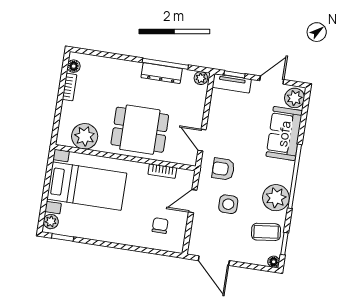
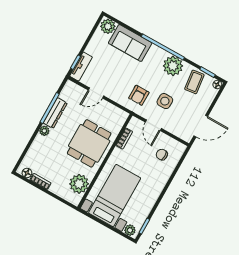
plant: (201, 78) -> (44, 131), moved
door: (272, 80) -> (89, 38), removed
door: (202, 140) -> (96, 93), moved

